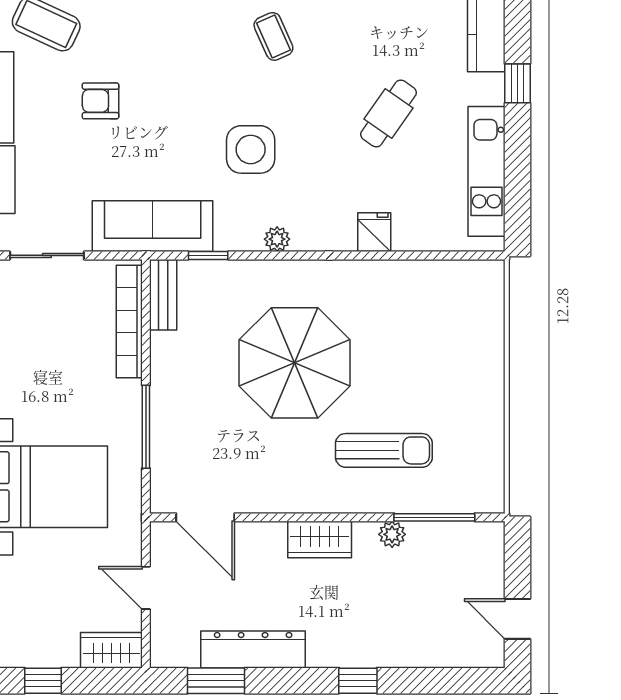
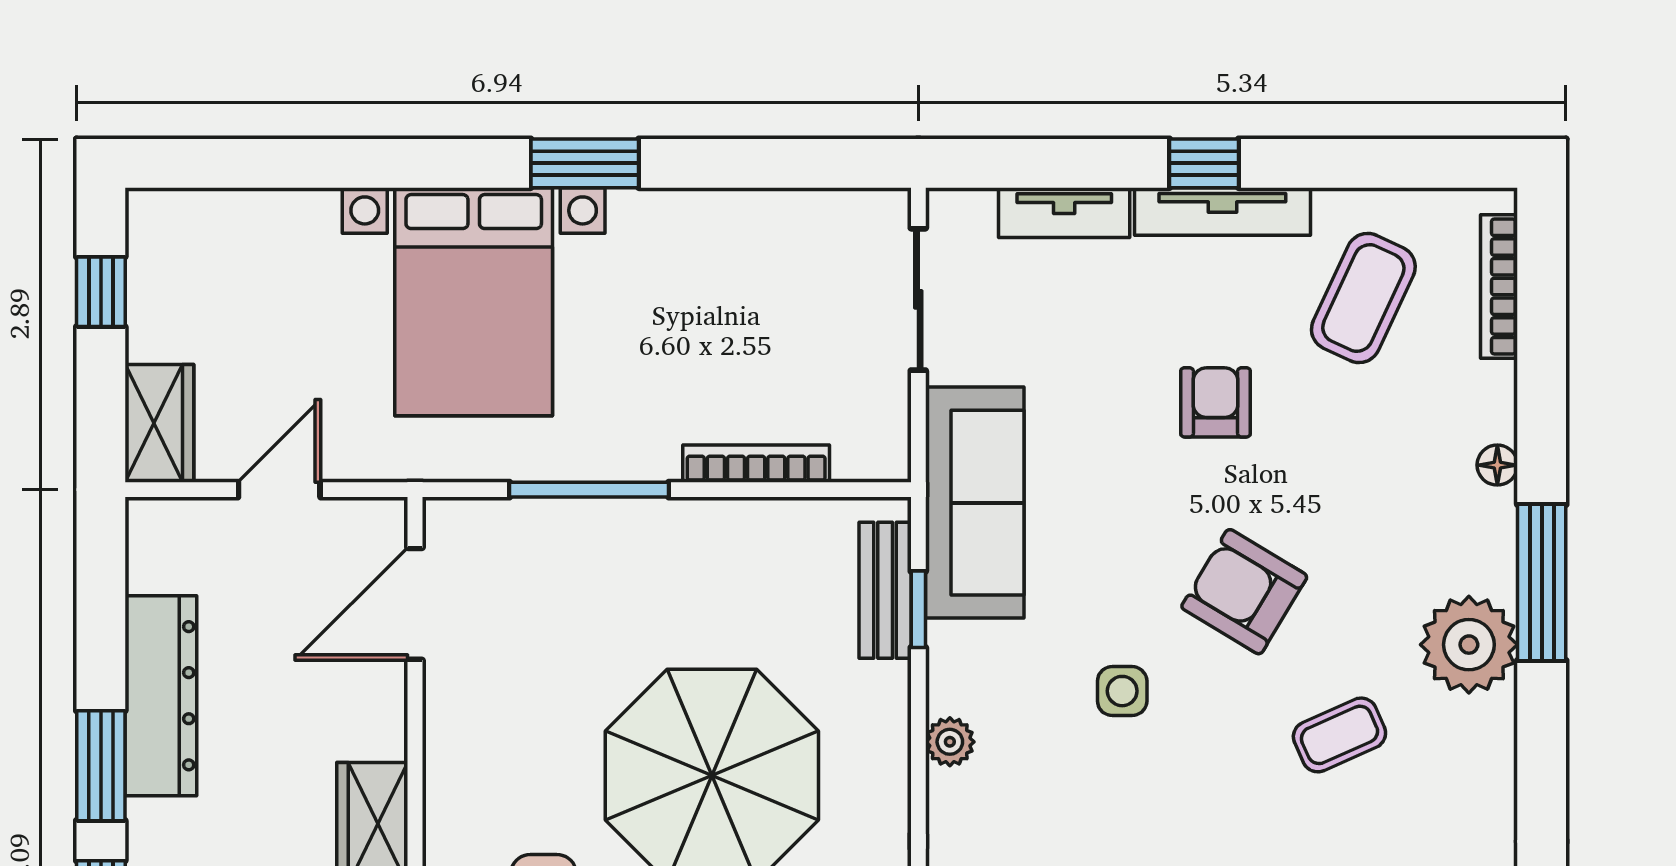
armchair: (199, 86) -> (1244, 592), added
side table: (251, 149) -> (1122, 691), width x0.54, depth x0.54
bench: (163, 295) -> (885, 590), moved, turned 90
bookcase: (129, 322) -> (756, 464), width x0.68, depth x0.76
window: (216, 681) -> (101, 766), moved

